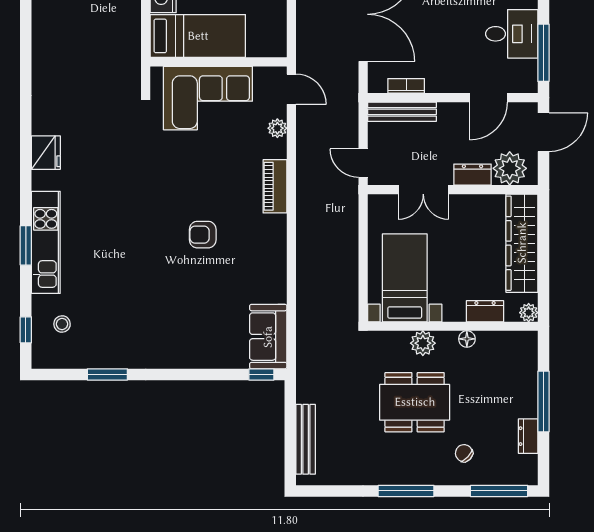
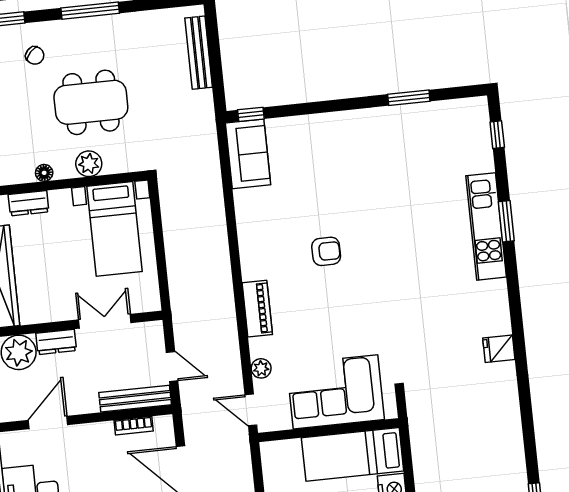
fridge: (46, 153) -> (499, 349), moved, width x0.72
door: (363, 163) -> (172, 366), moved
stool: (62, 324) -> (461, 145), removed

